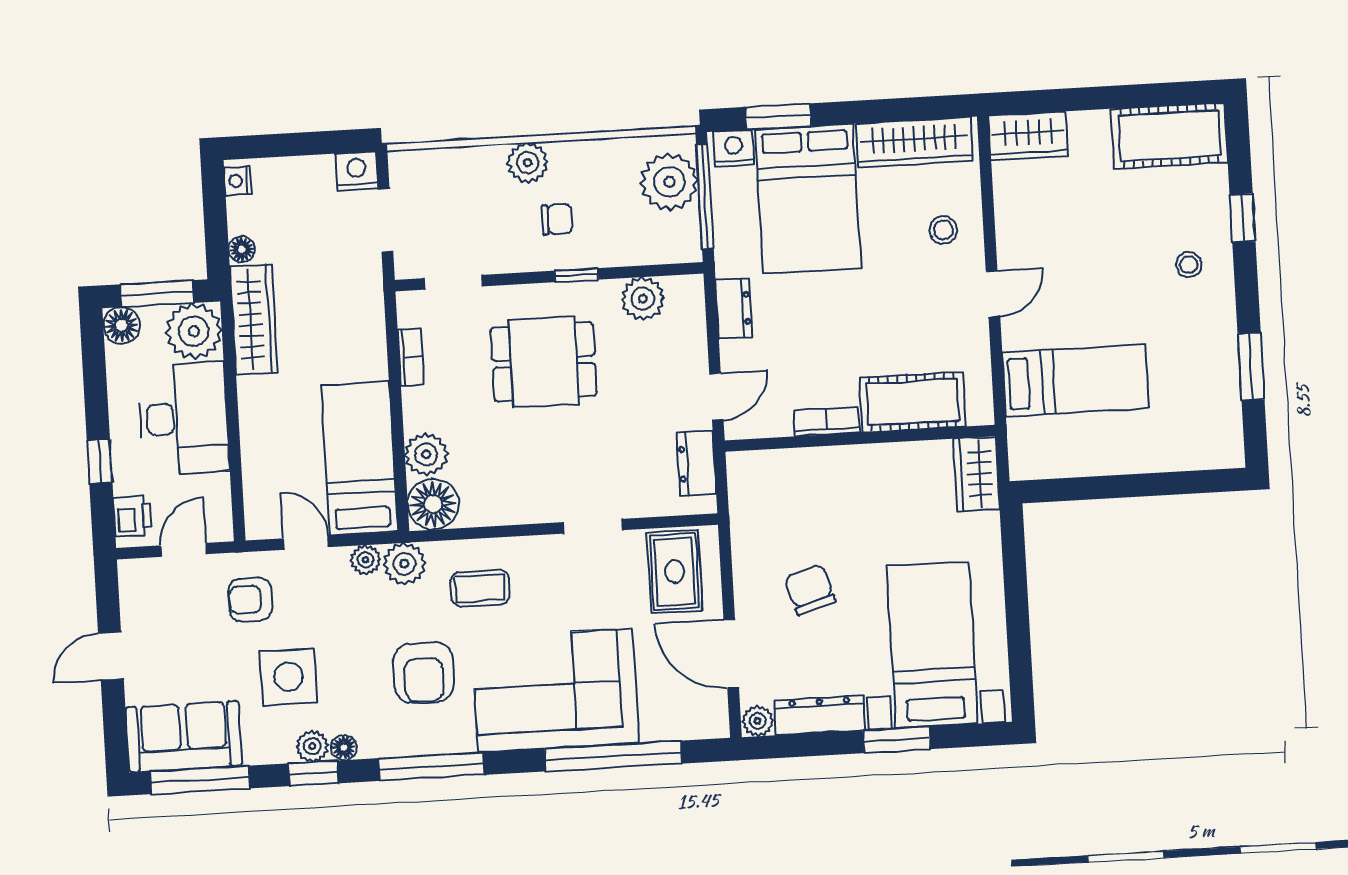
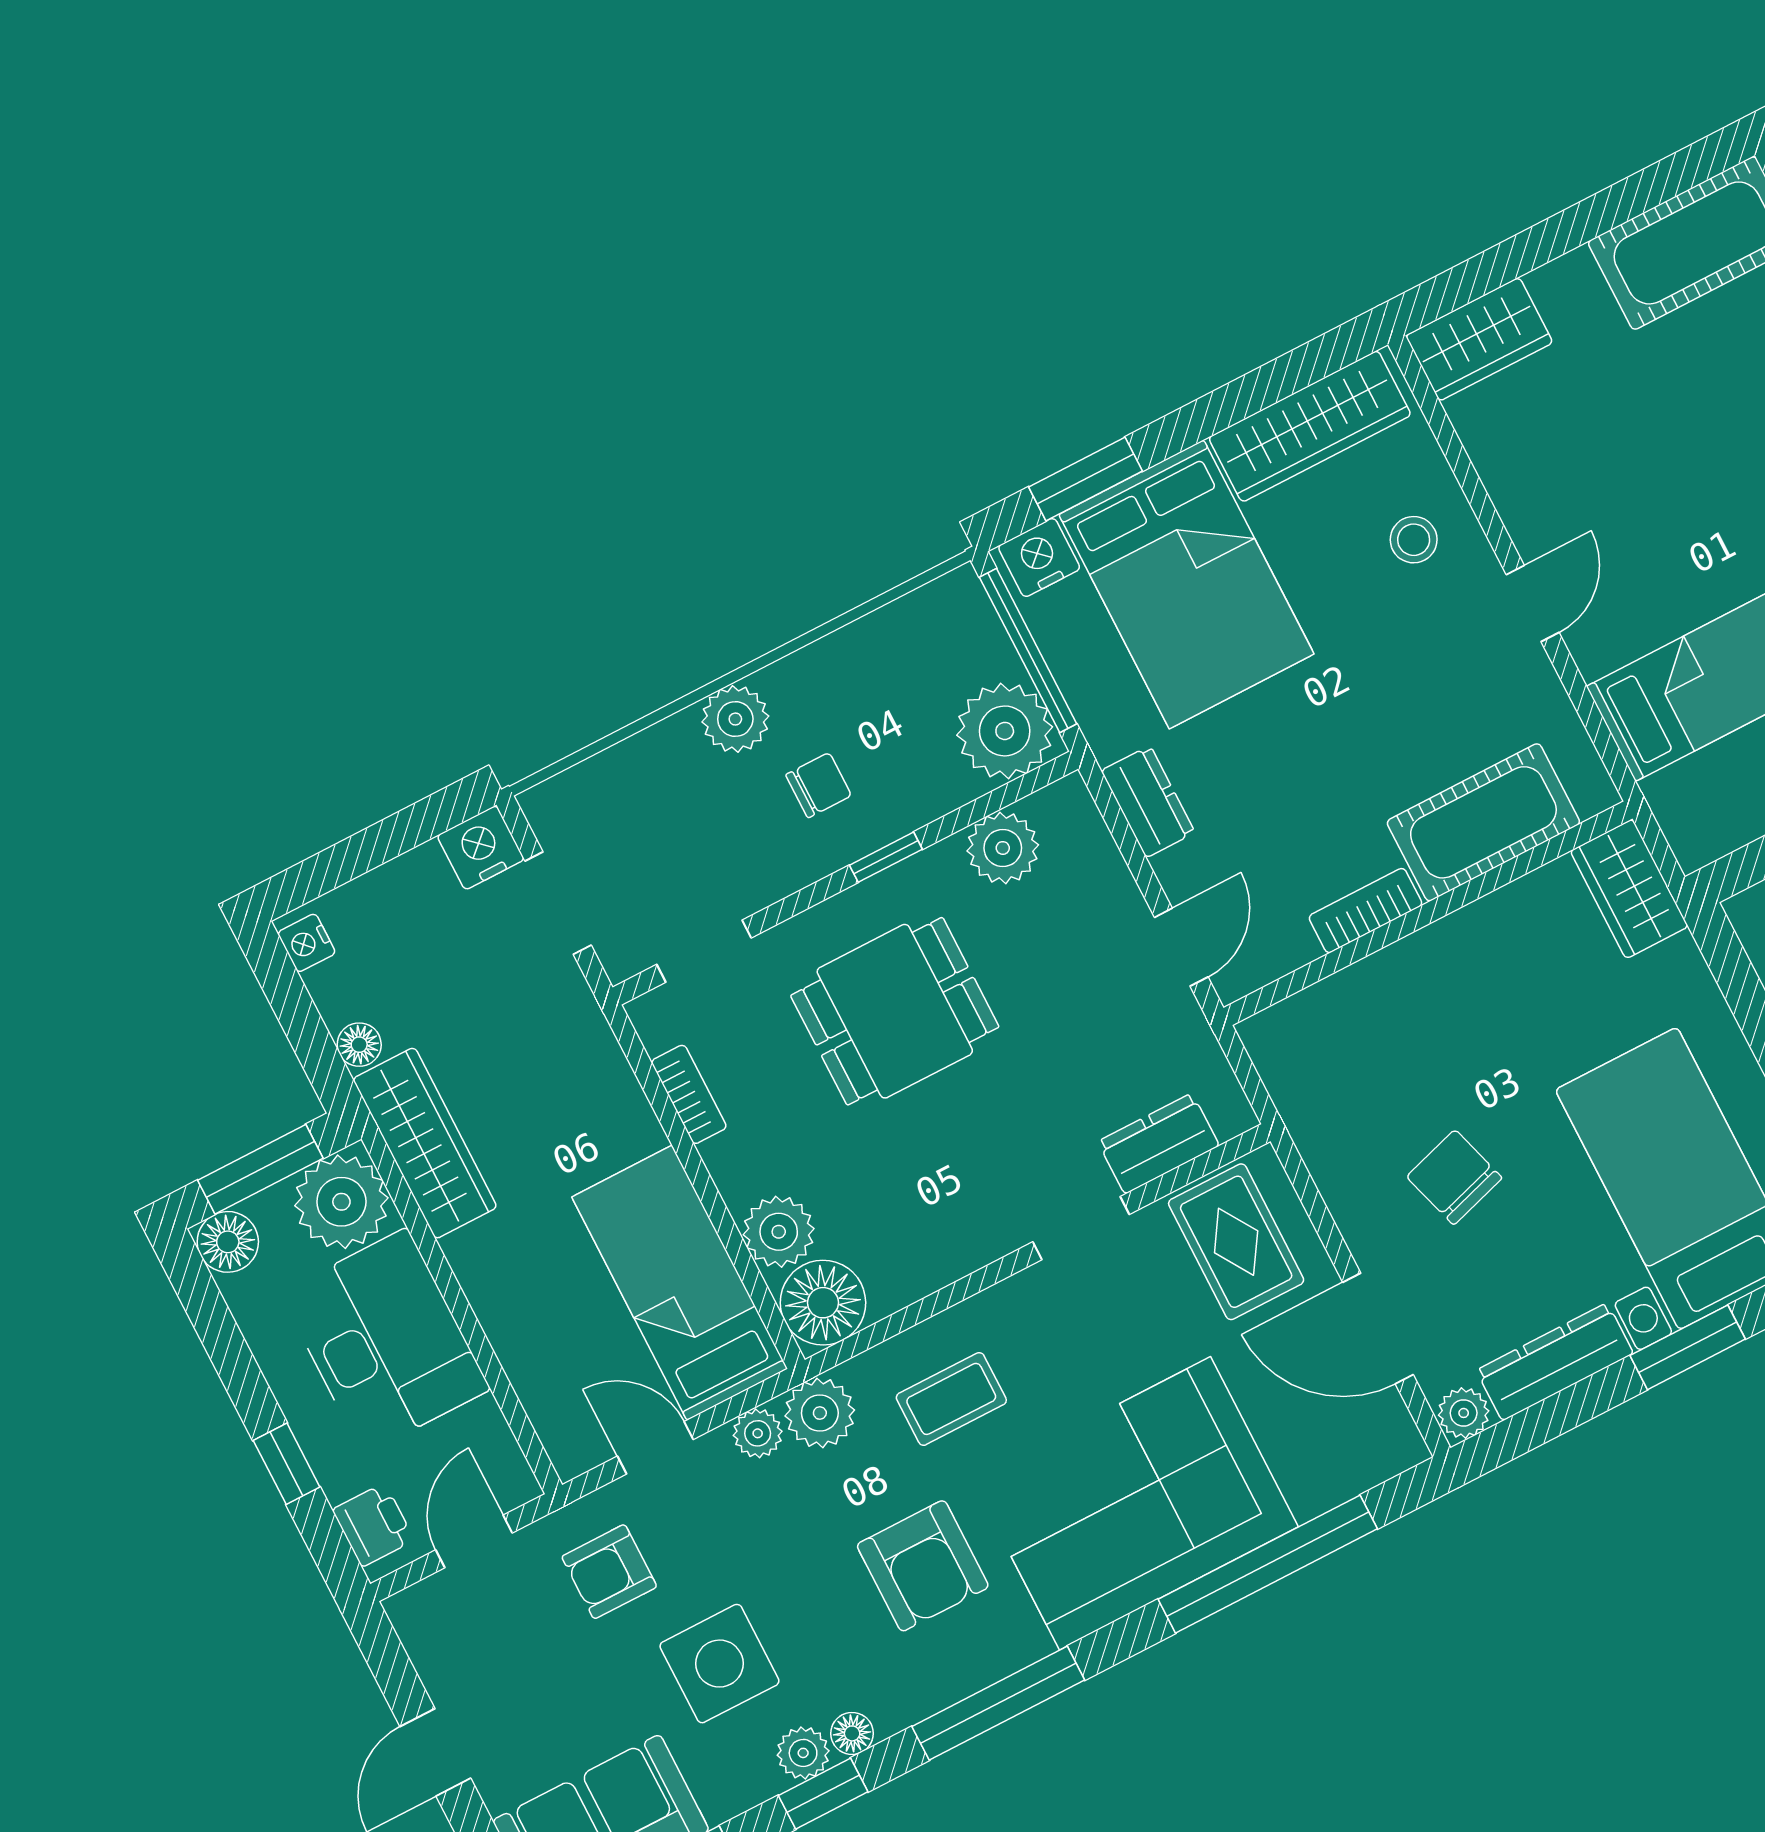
plant: (669, 182) -> (1005, 731), moved
dresser: (696, 463) -> (1158, 1144), moved, turned 90

